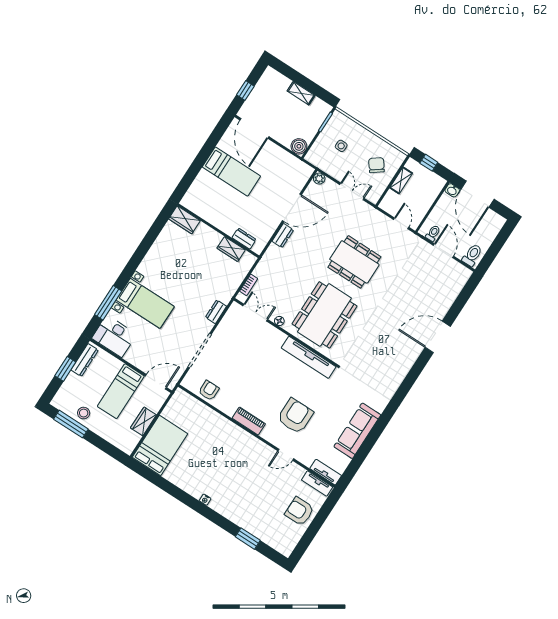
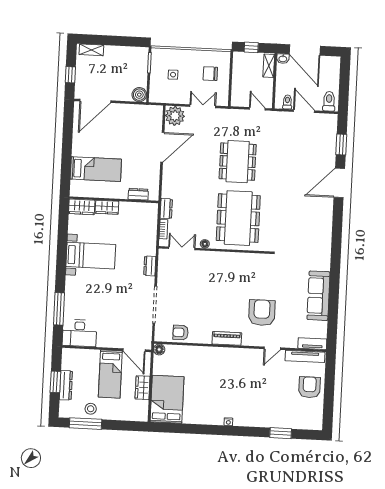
shelving: (301, 93) -> (91, 50), moved
door: (254, 128) -> (95, 101), hinge flipped
chair: (376, 165) -> (210, 74), turned -53
bed: (231, 172) -> (96, 169), moved
plant: (319, 179) -> (175, 116), width x1.87, depth x1.87
shelving: (401, 180) -> (269, 66), moved
dresser: (283, 236) -> (166, 209), moved
wardrobe: (231, 249) -> (107, 207), moved
dining table: (354, 262) -> (238, 162), turned 90
window: (460, 302) -> (341, 144), added
bed with nightstands: (145, 303) -> (91, 256), moved
tv unit: (309, 357) -> (245, 259), removed
dresser: (85, 360) -> (66, 385), moved
door: (156, 382) -> (134, 350), swing flipped
armchair: (209, 390) -> (181, 332), turned -90
floor lamp: (180, 395) -> (159, 349), added
tv unit: (317, 483) -> (305, 356), width x1.41
armchair: (299, 511) -> (310, 387), turned 90

